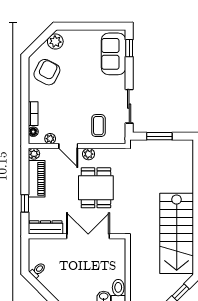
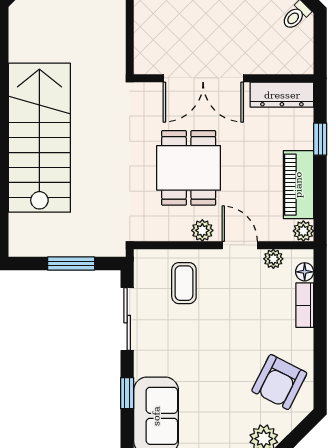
window: (129, 48) -> (127, 393), moved
stairs: (177, 233) -> (39, 138), moved

